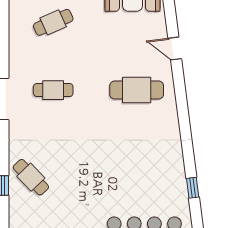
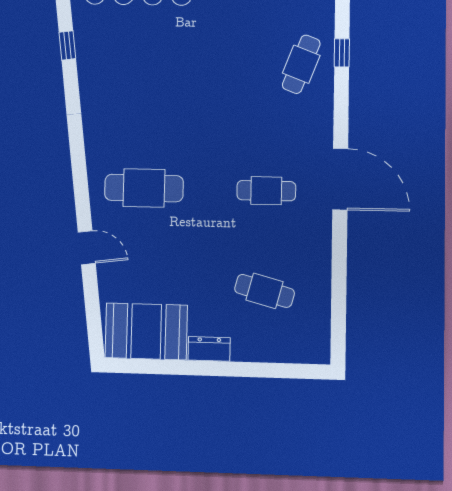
cafe table: (53, 22) -> (264, 291), turned 39
cafe table: (31, 177) -> (301, 64), turned 65

